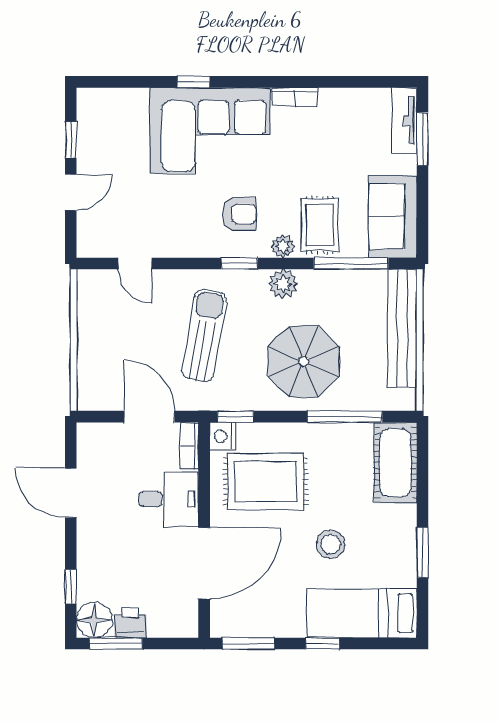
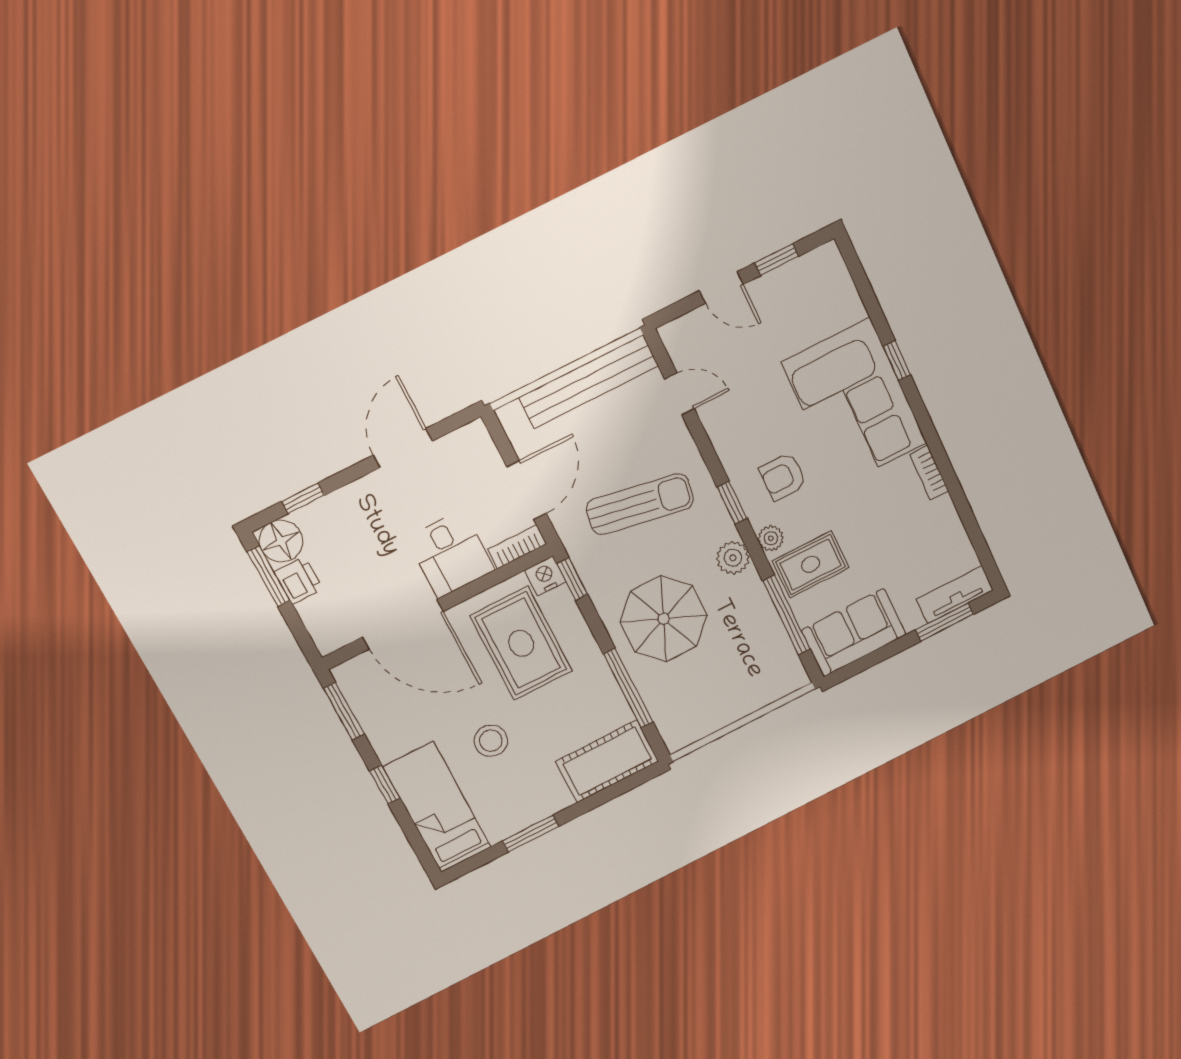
armchair: (239, 214) -> (783, 477), turned 90
door: (135, 263) -> (679, 394), swing flipped
bench: (402, 328) -> (589, 382), moved

